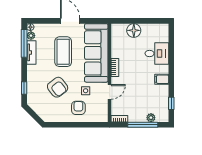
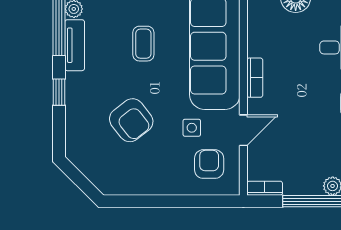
coffee table: (63, 52) -> (143, 44), width x0.54, depth x0.58
window: (24, 88) -> (59, 92), moved
armchair: (78, 108) -> (209, 164), moved

